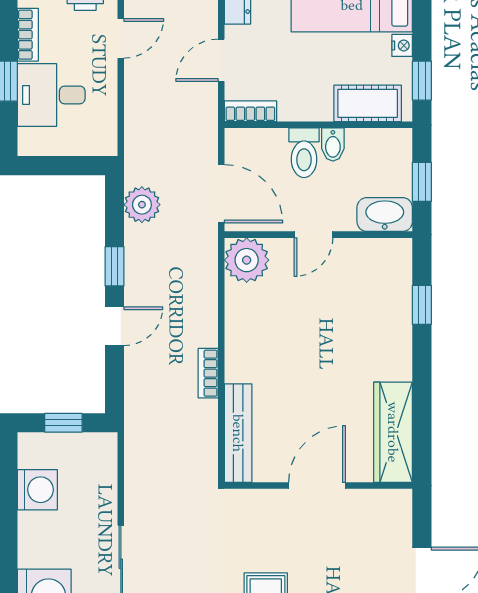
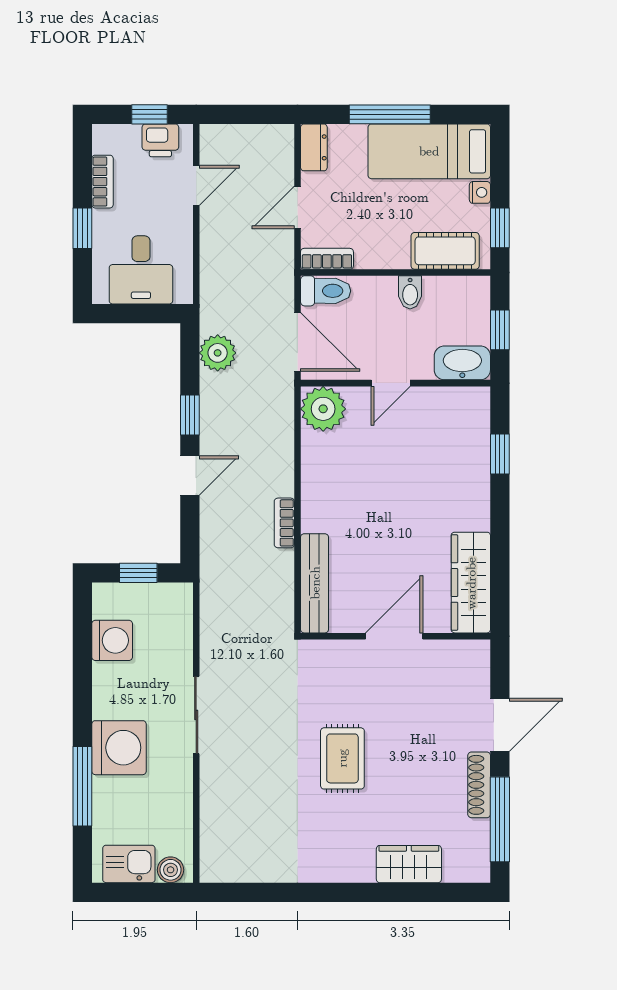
desk: (51, 95) -> (141, 270), moved, turned -90
toilet: (304, 153) -> (326, 291), moved, turned -90

